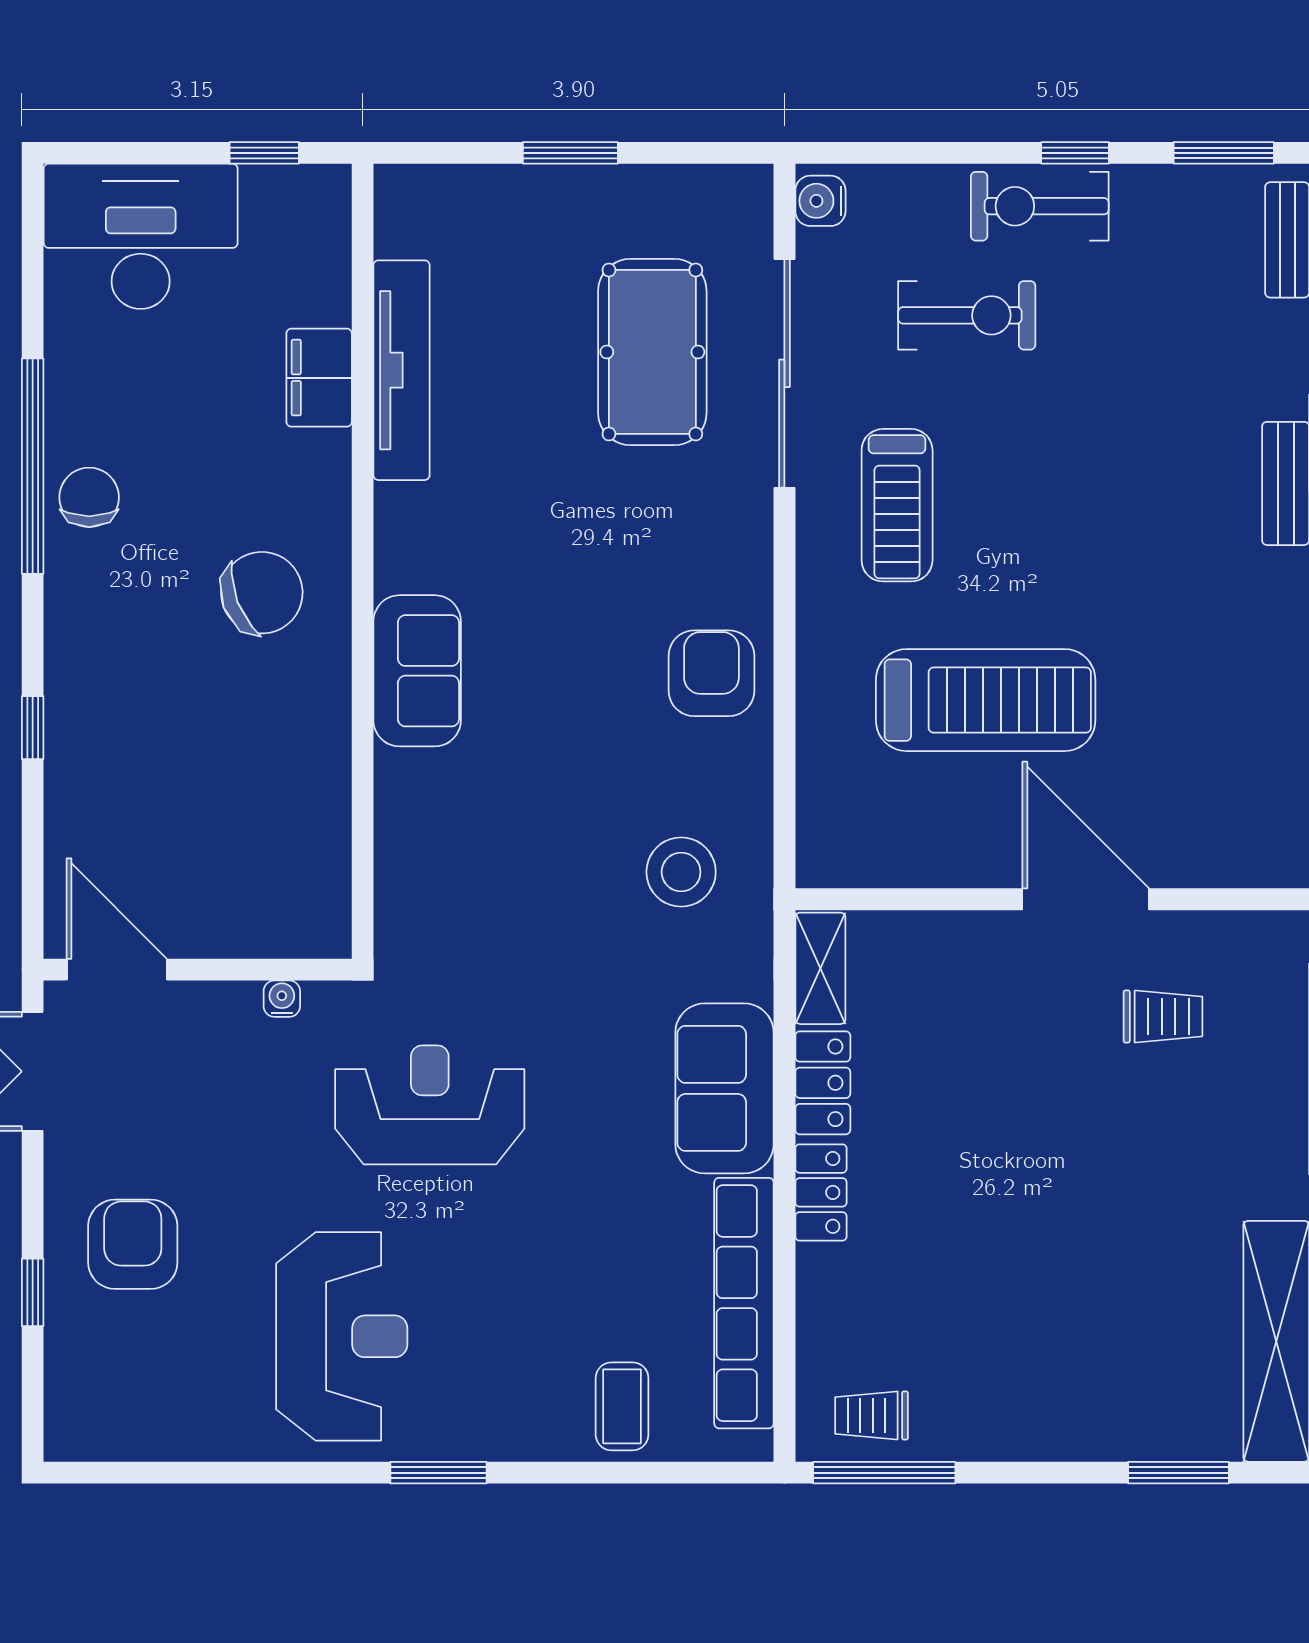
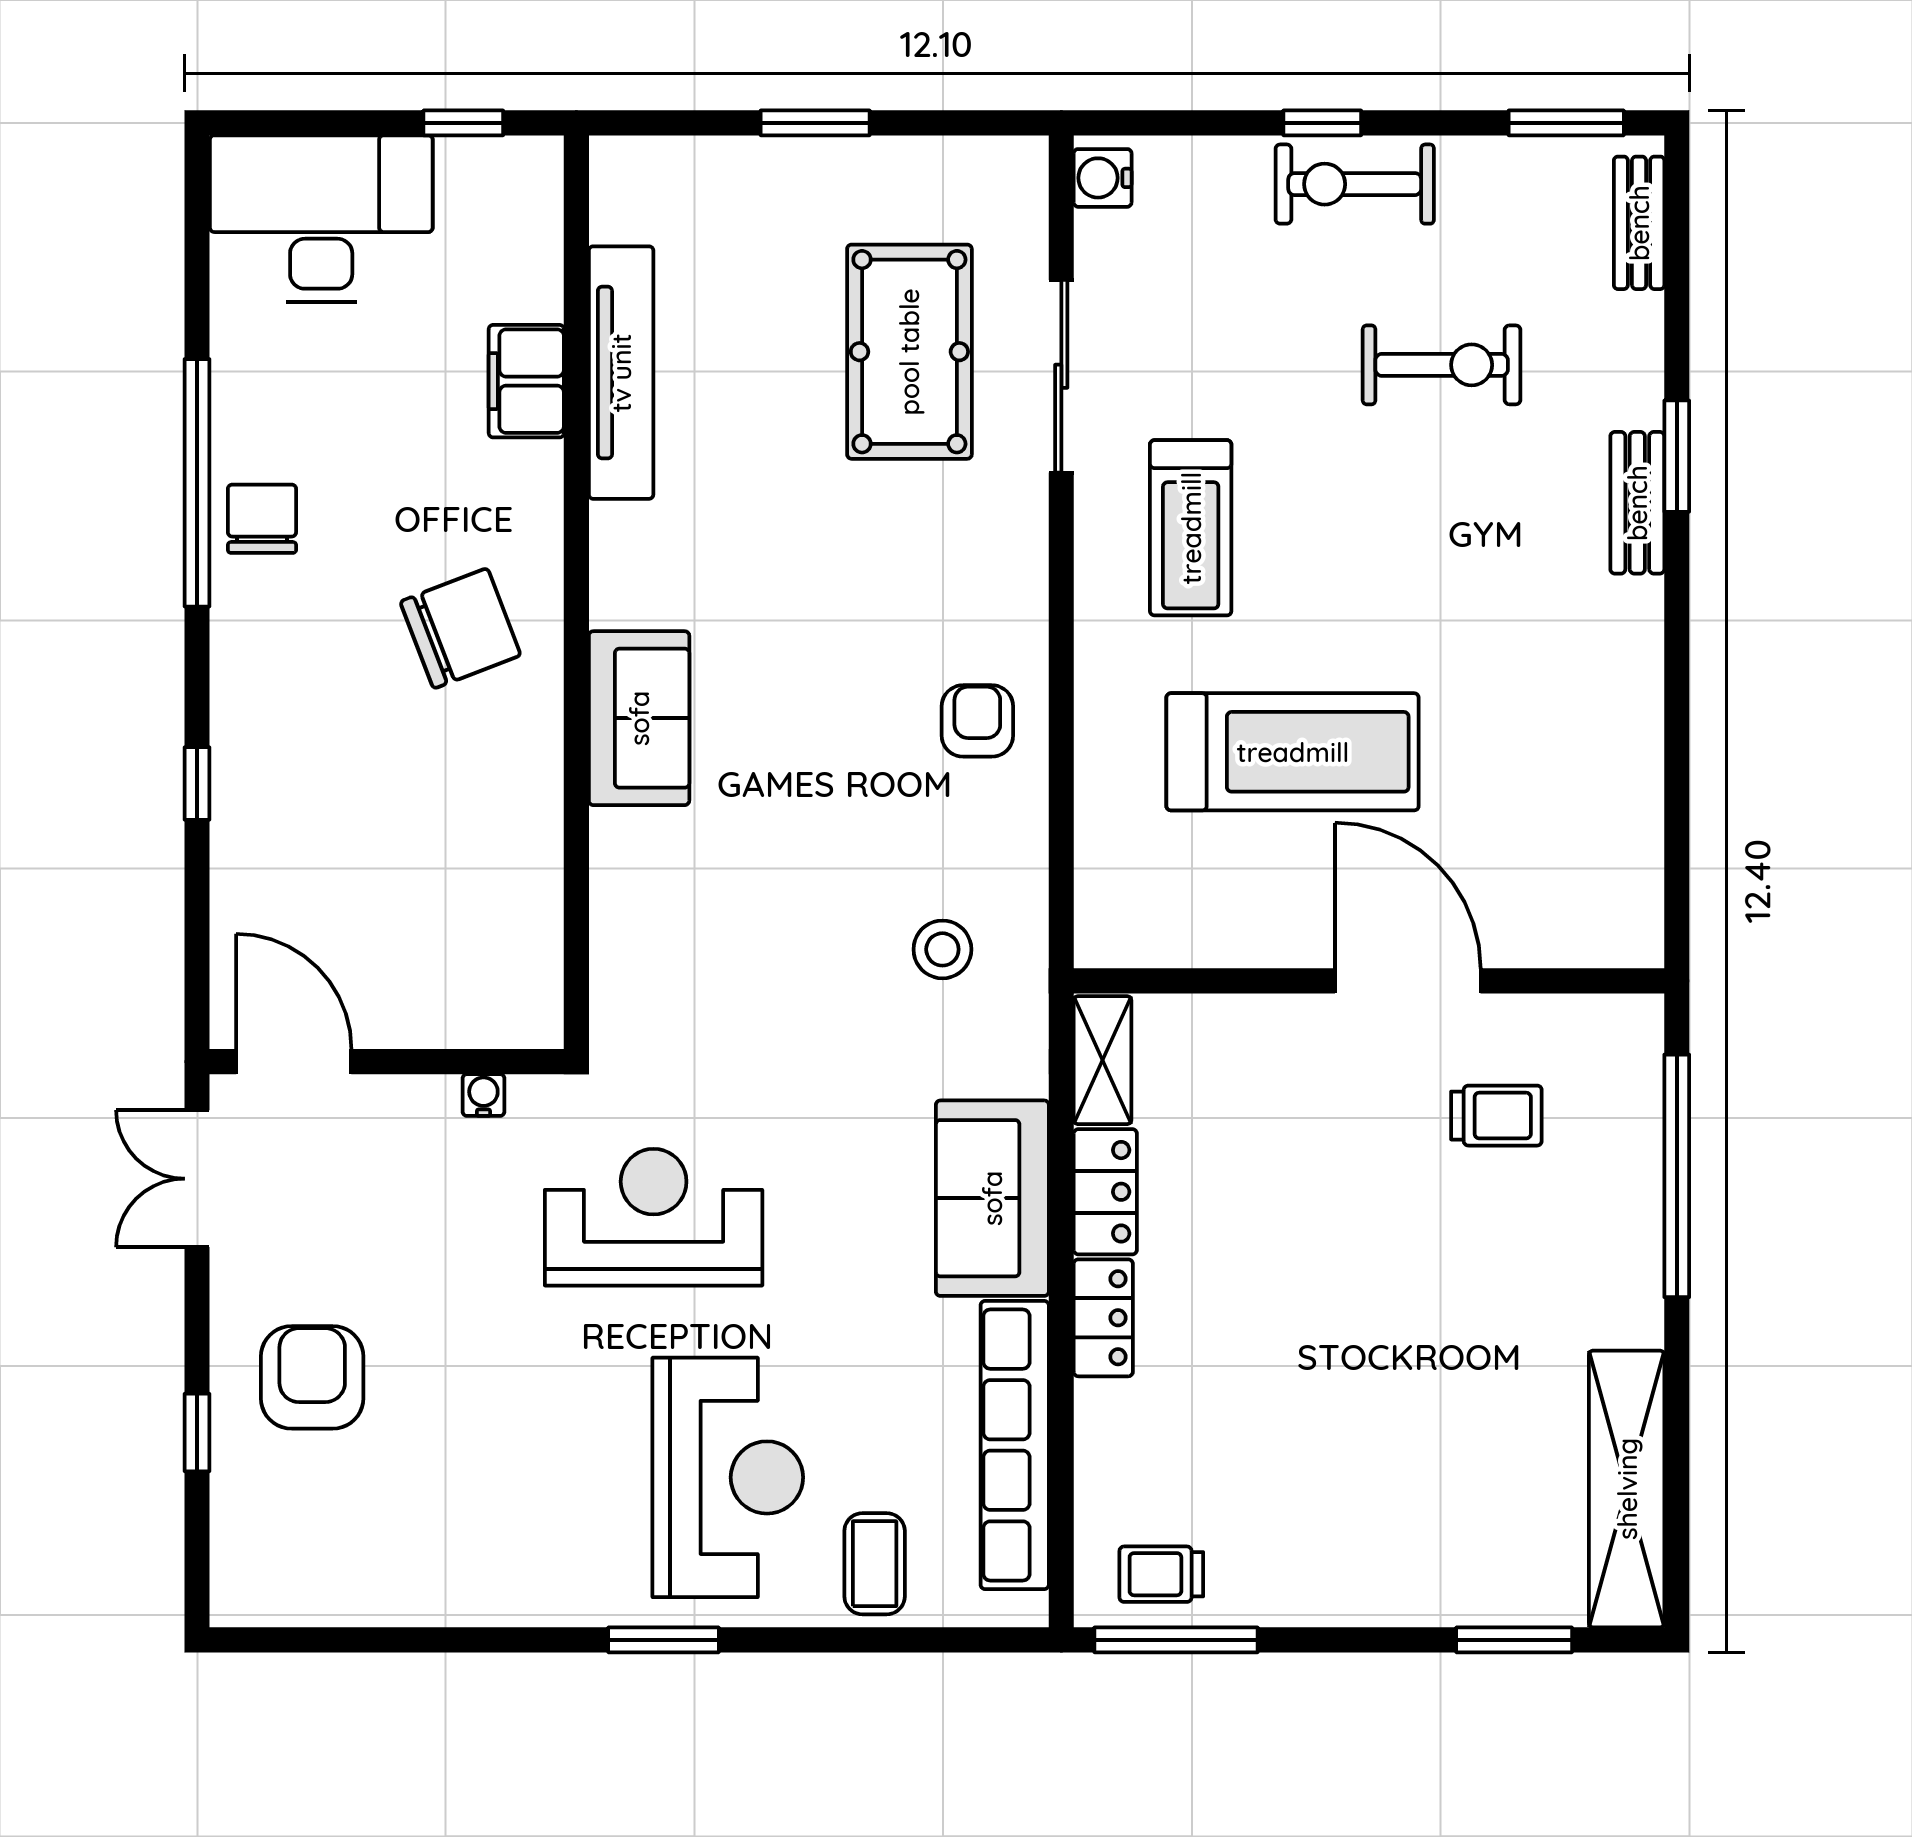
window: (1075, 153) -> (1322, 123), moved
exercise bike: (967, 315) -> (1442, 365), moved
sliding door: (784, 373) -> (1061, 376), width x0.73
armchair: (711, 673) -> (977, 721), width x0.72, depth x0.72
stool: (681, 872) -> (942, 949), width x0.73, depth x0.73
reception desk: (342, 1336) -> (728, 1477), moved

